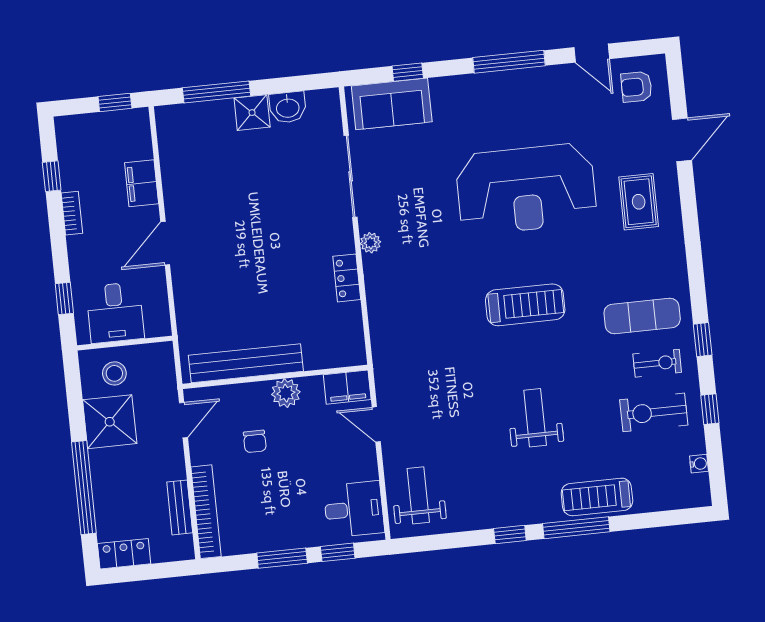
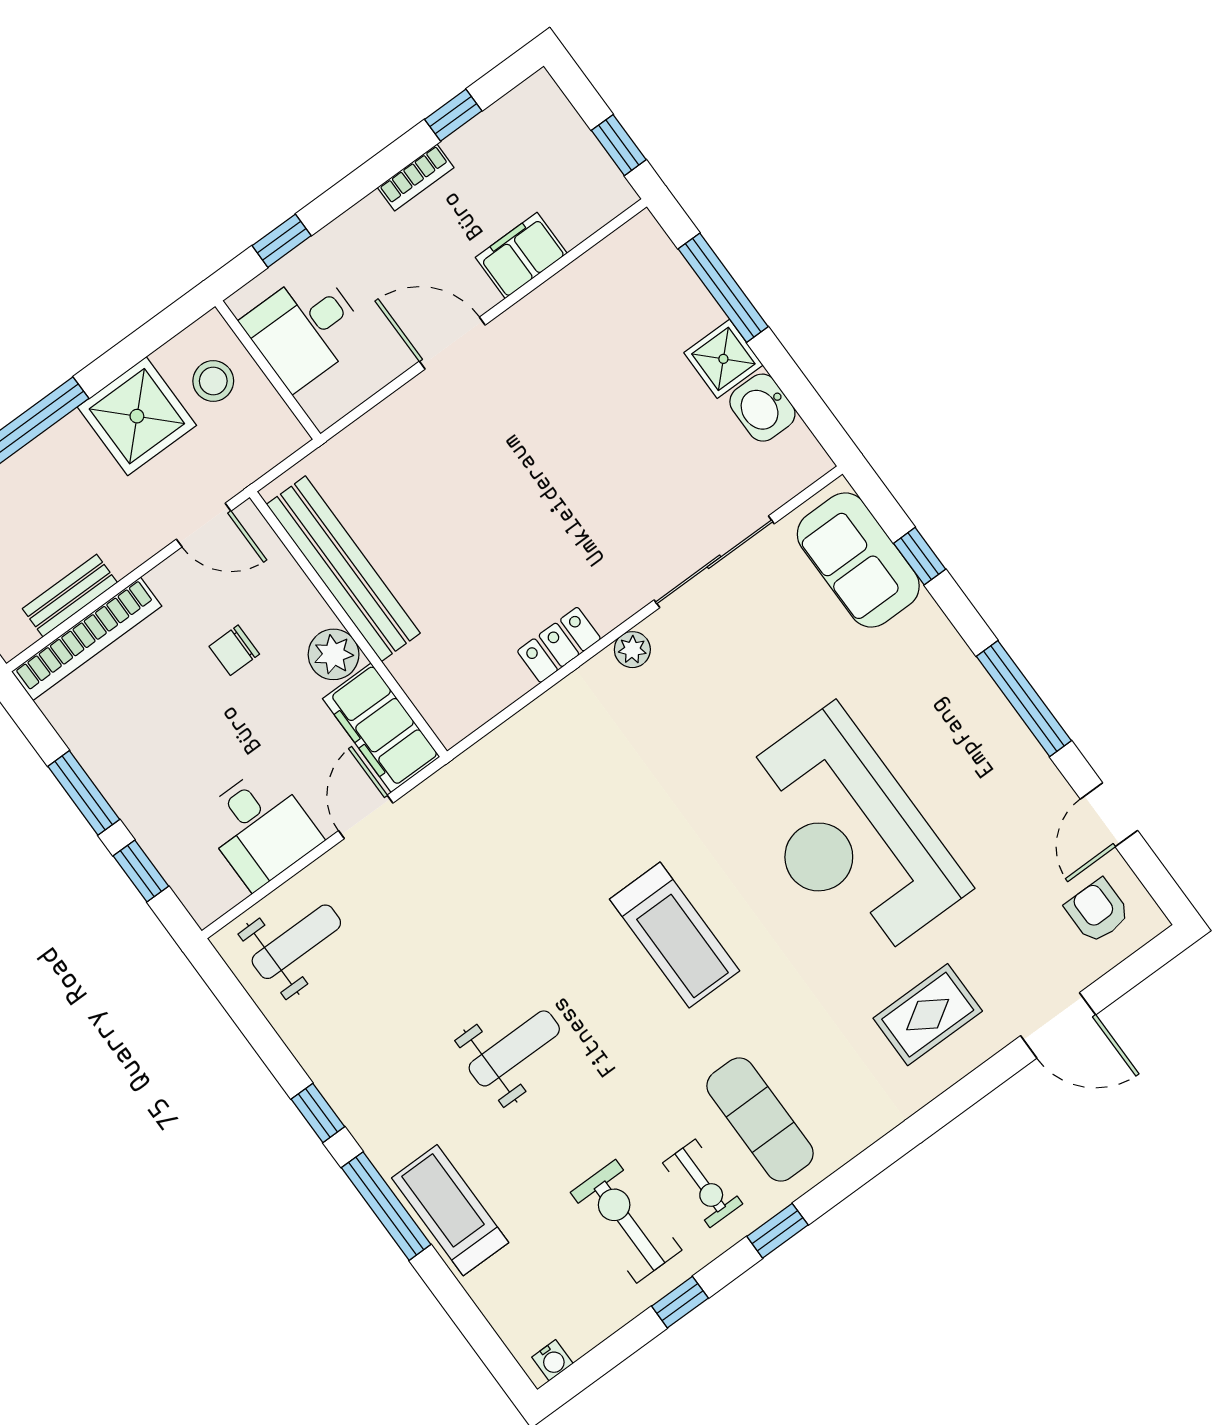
filing cabinet: (347, 387) -> (381, 728), width x1.50, depth x1.17
water cooler: (699, 464) -> (552, 1360), moved
desk: (354, 509) -> (260, 828), moved

